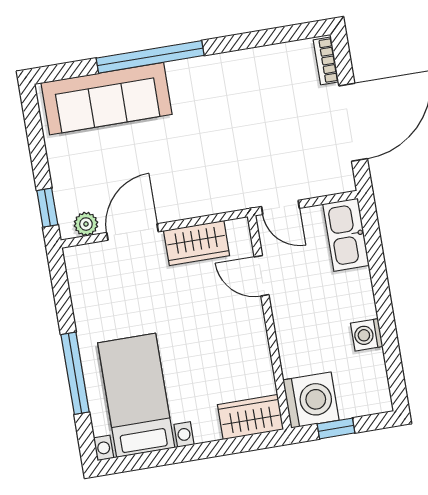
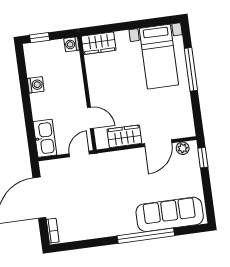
door: (280, 207) -> (79, 154), hinge flipped
washing machine: (311, 400) -> (72, 44), width x0.53, depth x0.53
window: (336, 428) -> (40, 38), moved

